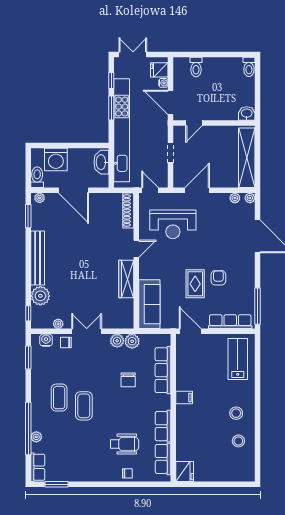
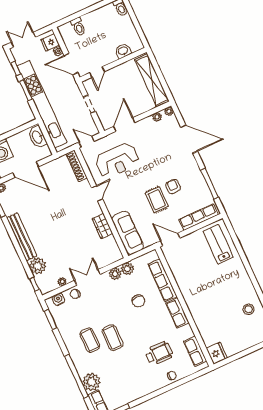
washbasin: (247, 114) -> (123, 51), moved
wardrobe: (126, 279) -> (102, 226), width x0.67
window: (258, 306) -> (209, 184), moved
filing cabinet: (184, 397) -> (189, 294), removed
stool: (236, 413) -> (237, 288), removed
row of seats: (163, 426) -> (177, 313), moved
plant: (36, 437) -> (91, 382), width x1.87, depth x1.87

